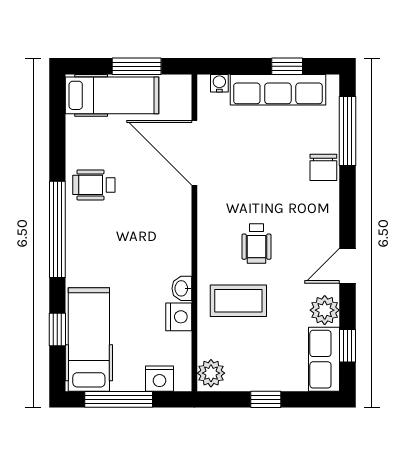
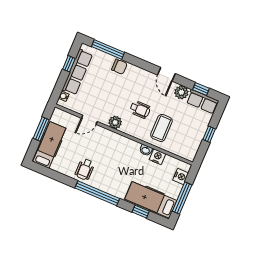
door: (194, 153) -> (89, 120), width x0.53
plant: (211, 373) -> (115, 122), moved

